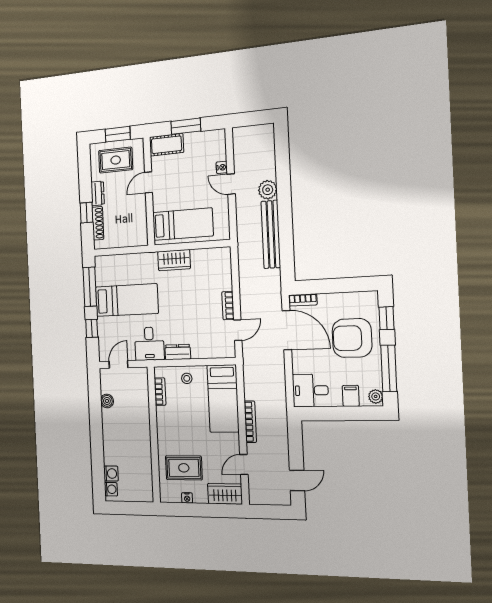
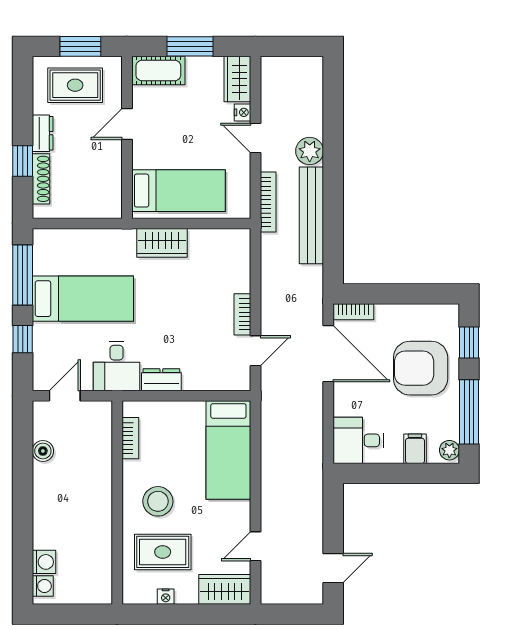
wardrobe: (217, 145) -> (237, 79), added
stool: (187, 378) -> (158, 501), moved, width x1.89, depth x1.89
bookcase: (250, 422) -> (268, 202), moved

